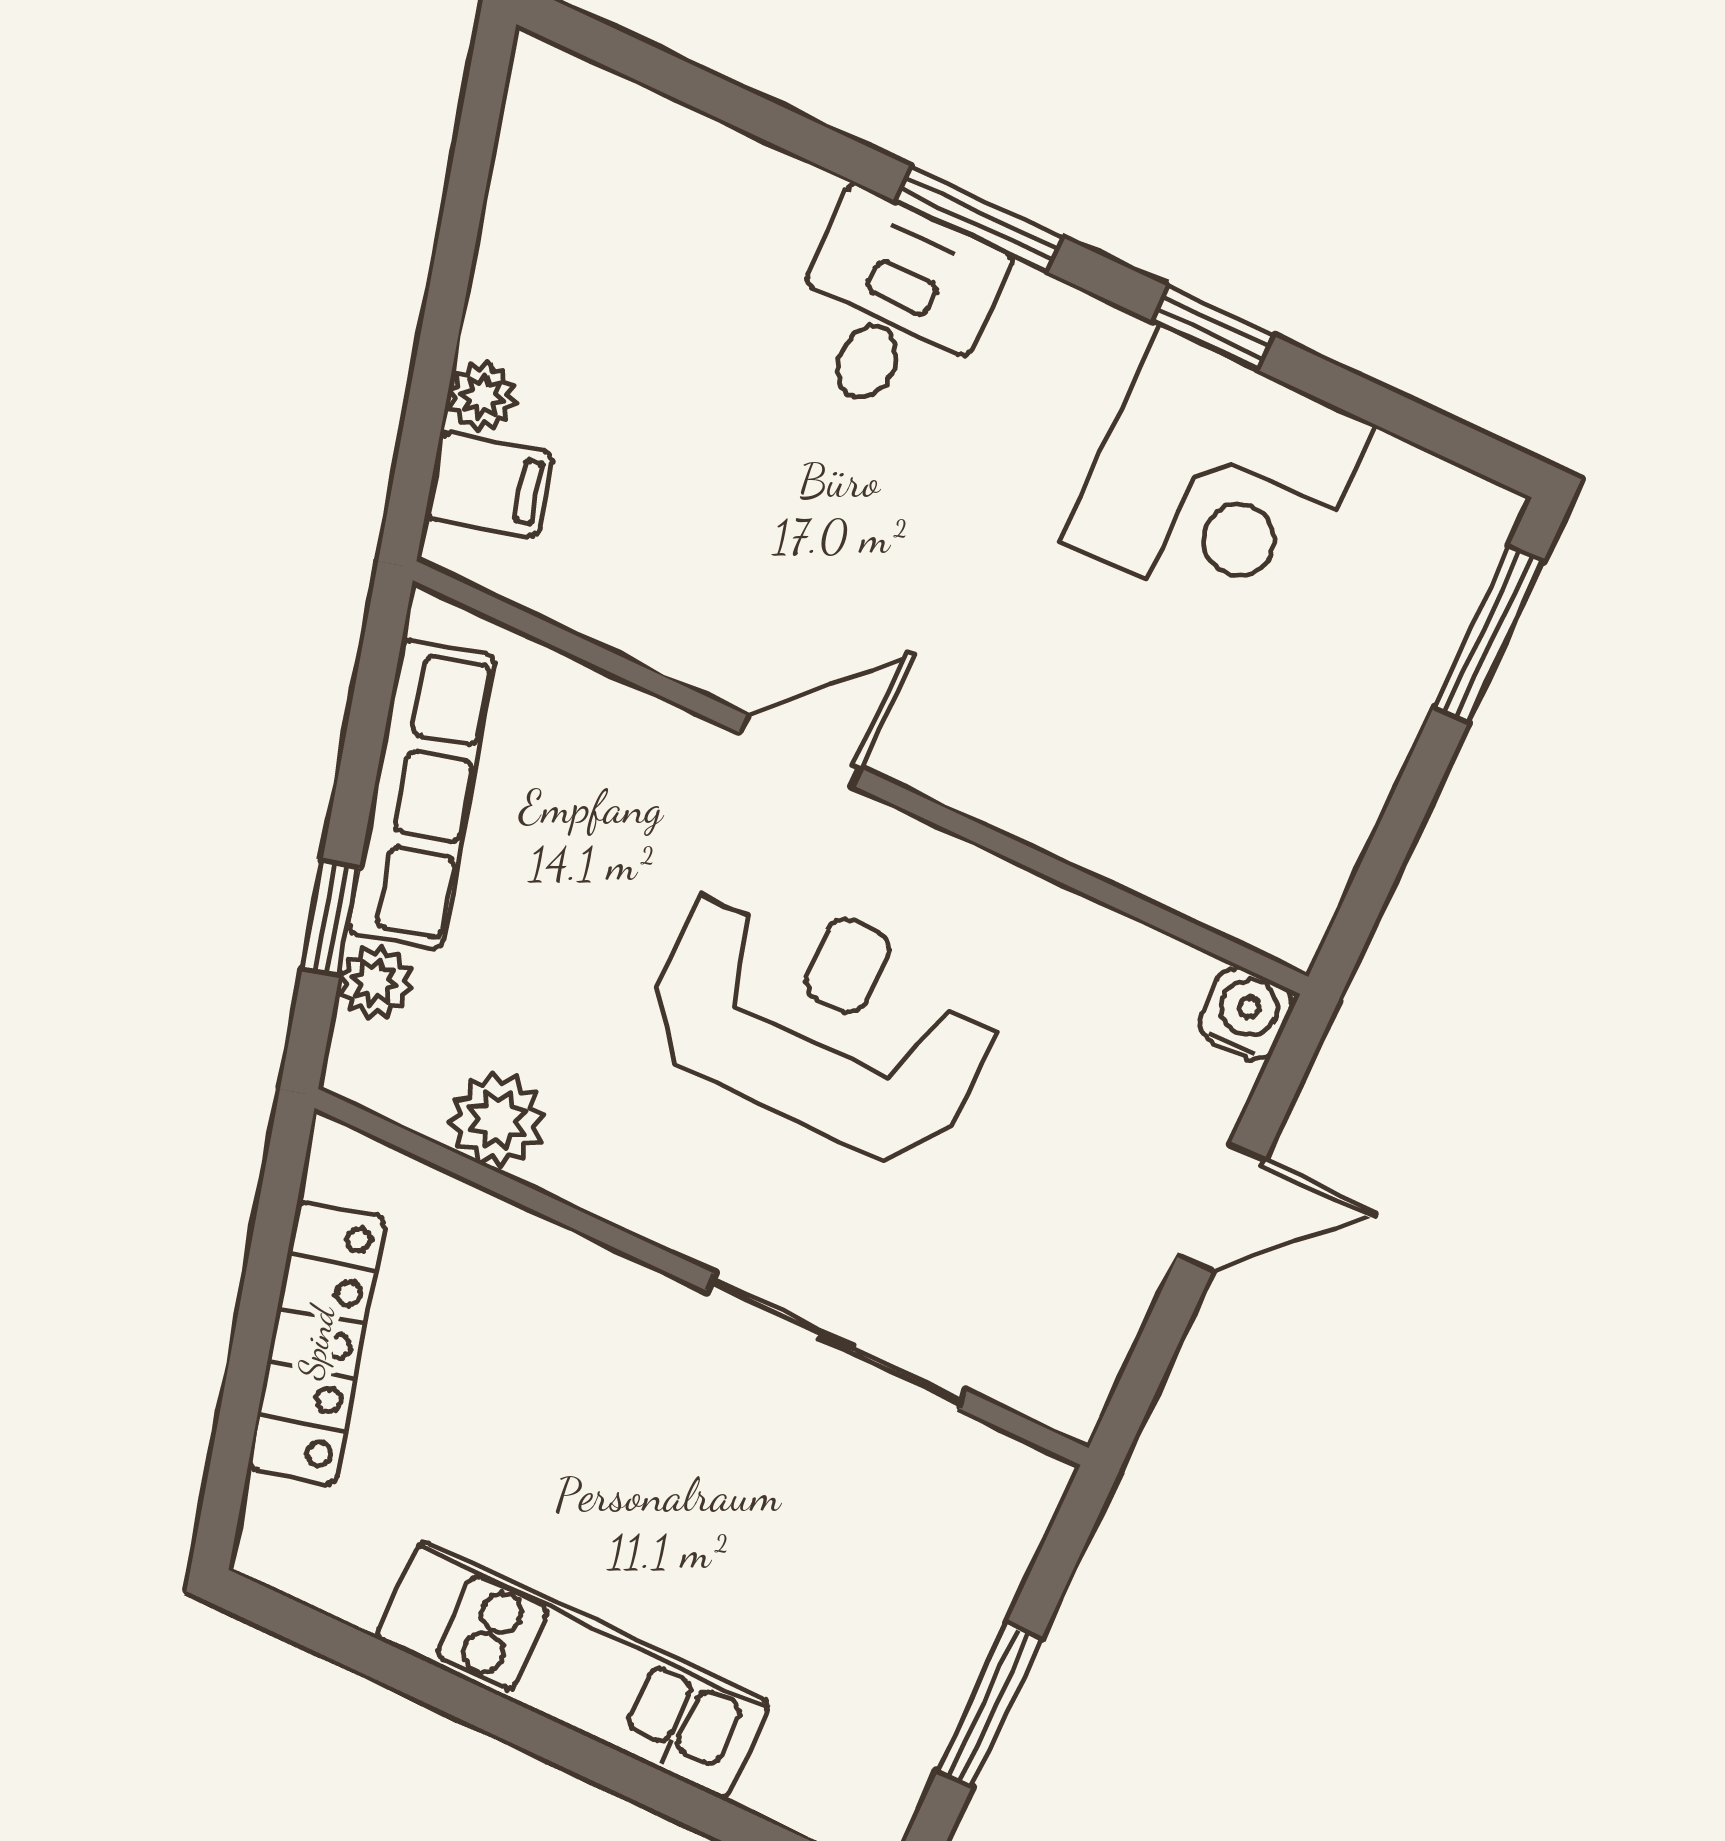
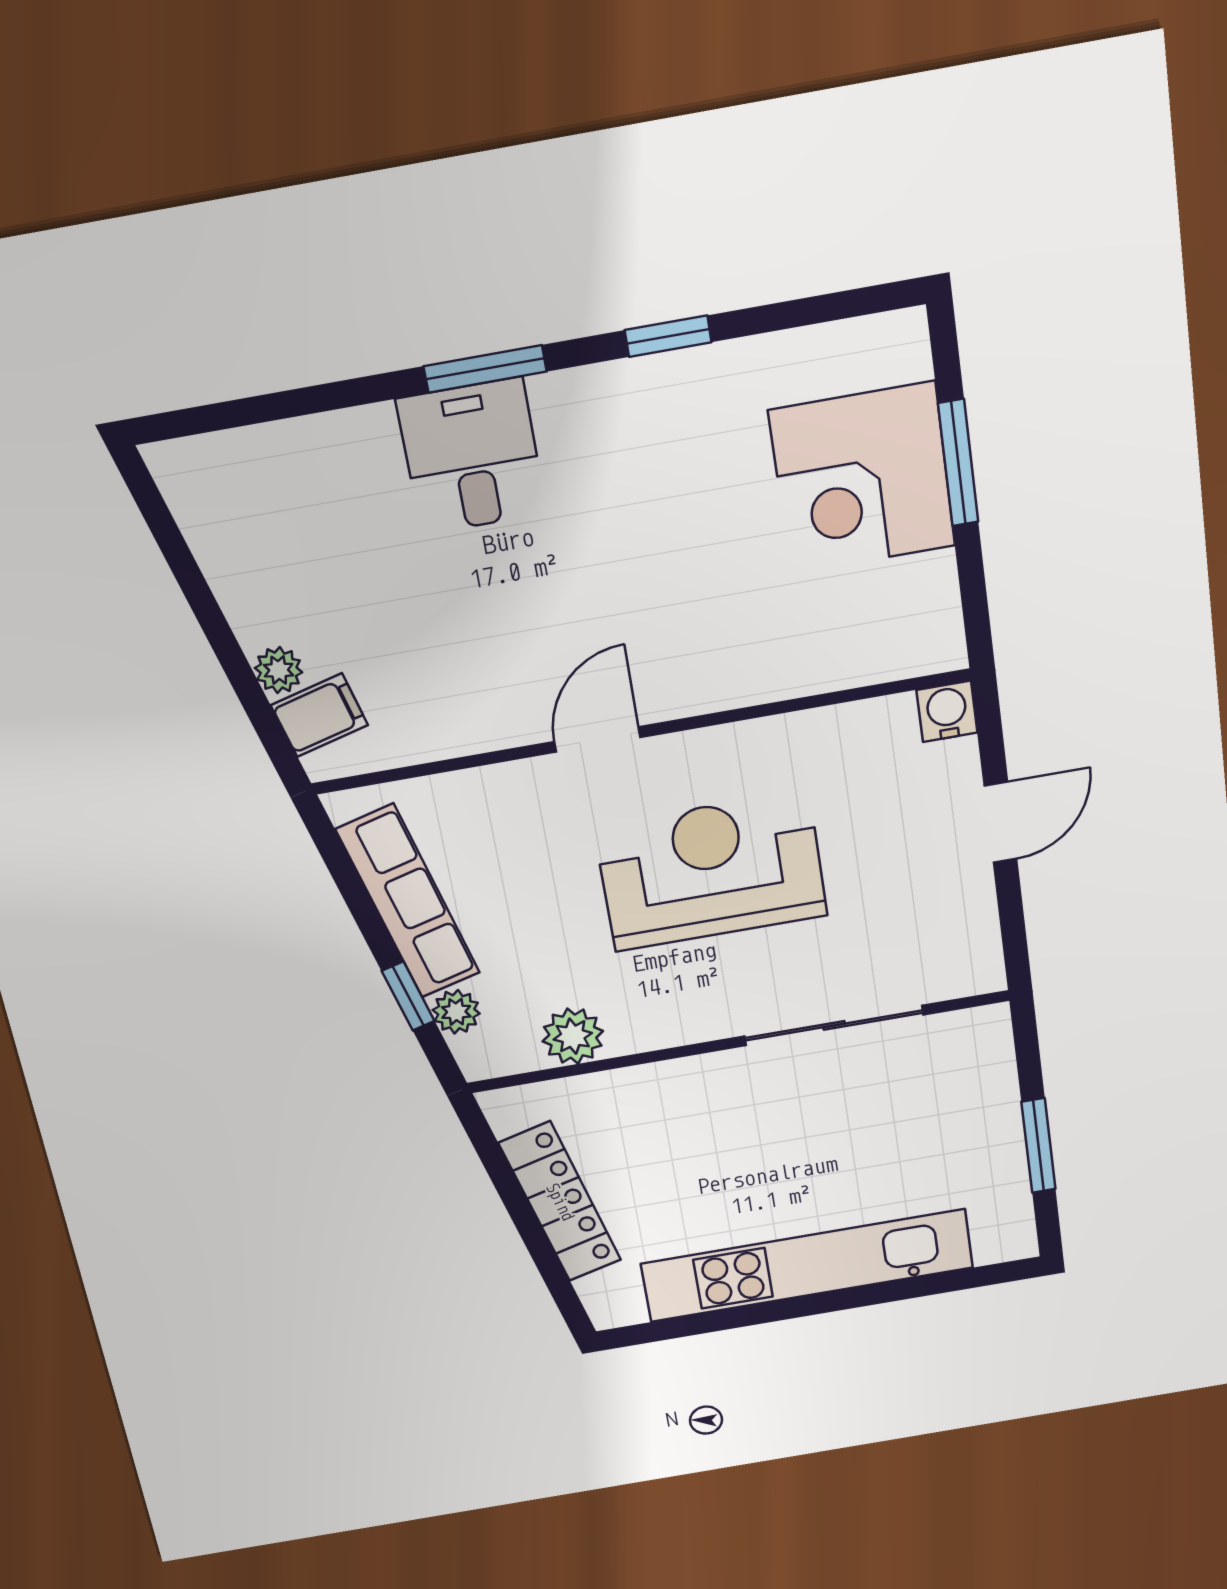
corner desk: (1218, 483) -> (862, 478), moved, turned 90
window: (1489, 634) -> (958, 463), moved
kitchen unit: (573, 1670) -> (807, 1266), width x1.36

